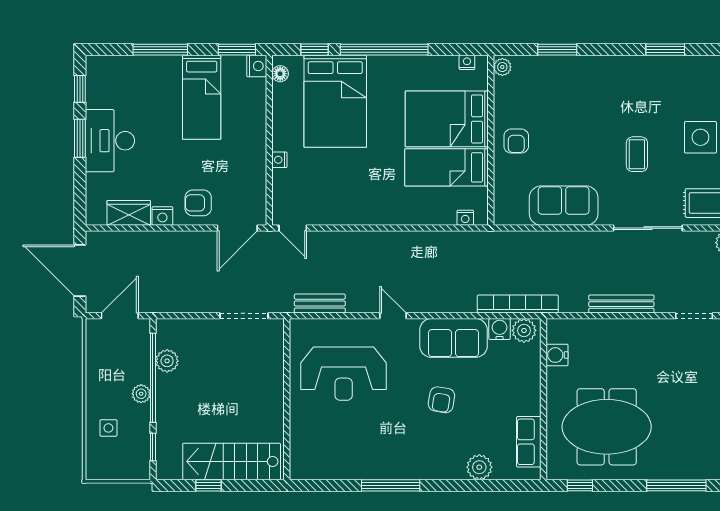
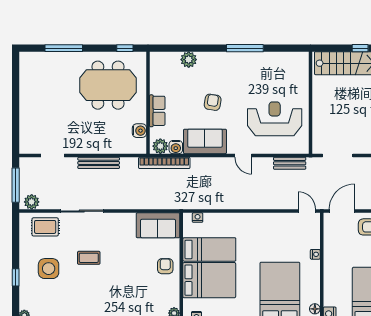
coffee table: (637, 154) -> (89, 258), turned 90
sofa: (564, 206) -> (158, 225), moved
row of seats: (529, 442) -> (157, 111), moved

